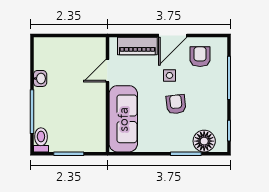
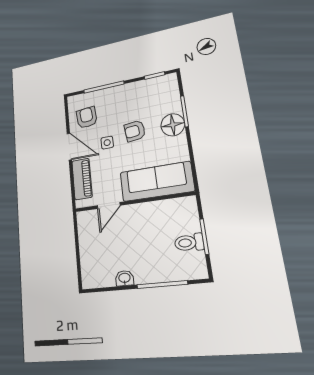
armchair: (200, 57) -> (87, 118), turned 85
door: (107, 71) -> (109, 206), hinge flipped
toilet: (41, 140) -> (189, 243), moved
floor lamp: (204, 141) -> (173, 125), moved

